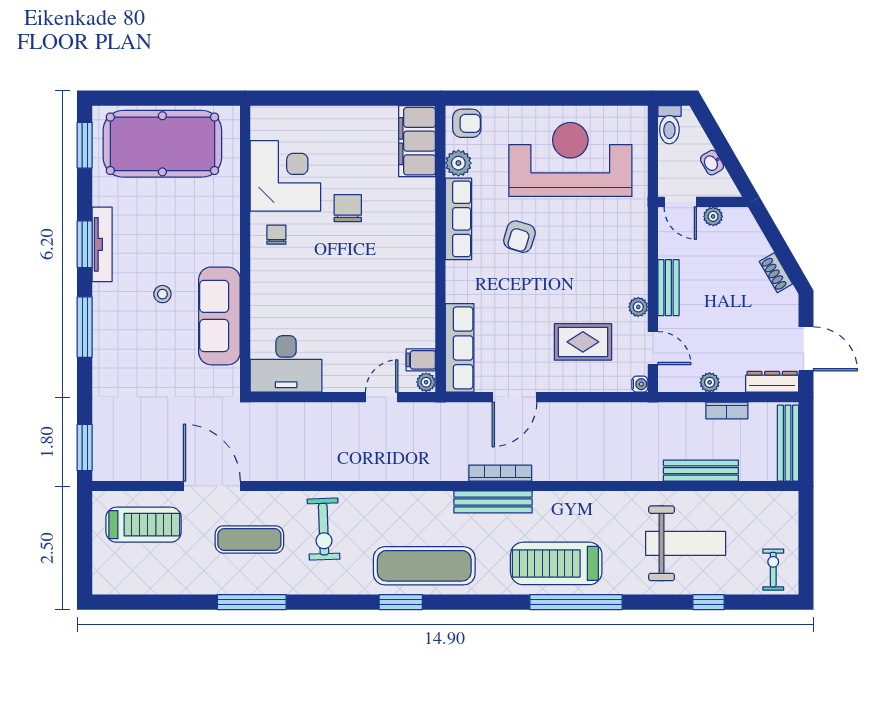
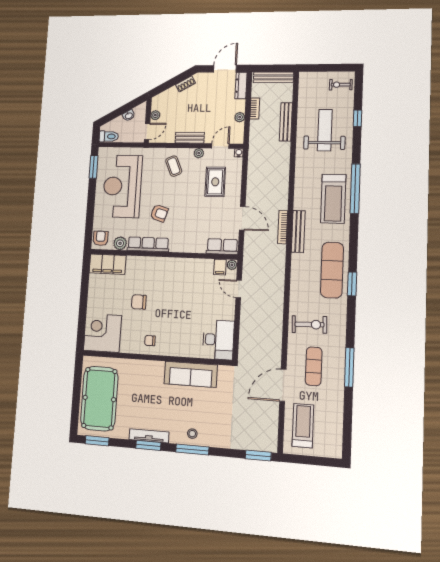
window: (608, 98) -> (94, 167), added
corner desk: (285, 176) -> (102, 333), moved
coffee table: (612, 259) -> (174, 166), added
stool: (162, 294) -> (192, 434), moved
row of seats: (460, 348) -> (222, 247), width x0.68

